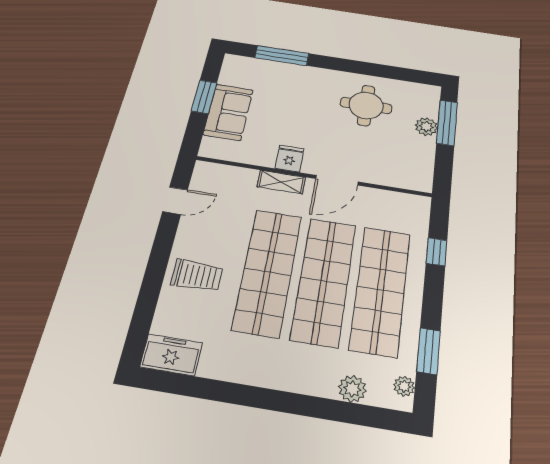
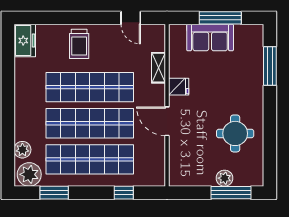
window: (204, 97) -> (220, 18), width x1.44
shelving: (281, 182) -> (158, 68), moved
plant: (404, 386) -> (29, 174), width x1.87, depth x1.87

